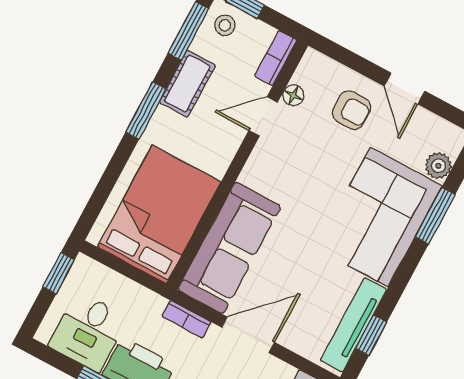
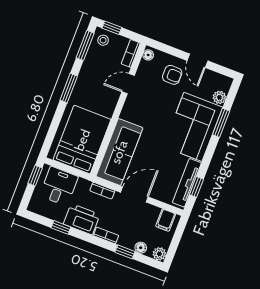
cot: (187, 84) -> (88, 72), removed
floor lamp: (293, 95) -> (148, 55), moved
desk: (88, 332) -> (59, 186), moved, turned 180

